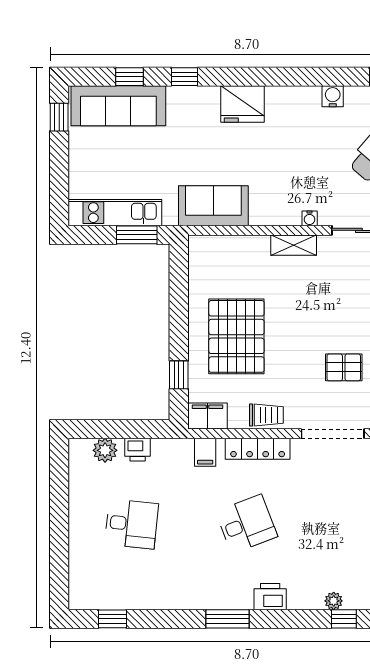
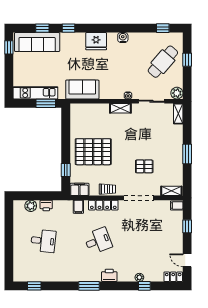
water cooler: (333, 96) -> (123, 38), moved
pallet: (236, 336) -> (93, 152), turned 90

